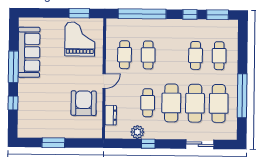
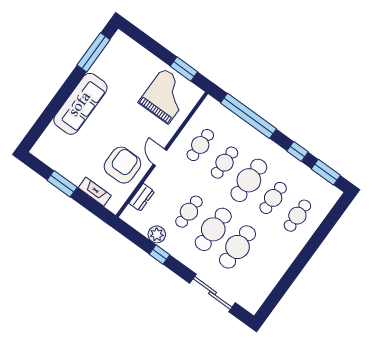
sofa: (29, 52) -> (80, 104), moved
window: (13, 67) -> (94, 52), moved
door: (104, 81) -> (160, 157), swing flipped
window: (242, 96) -> (292, 274), removed
window: (13, 103) -> (50, 113), removed
cafe table: (219, 103) -> (249, 180), moved
fireplace: (78, 133) -> (95, 192), added
sliding door: (200, 144) -> (213, 293), width x1.37

